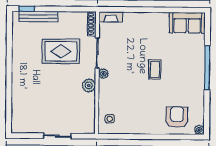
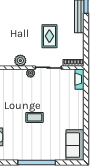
rug: (61, 51) -> (49, 36), width x0.73, depth x0.70

